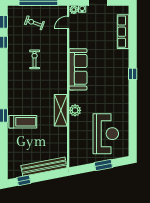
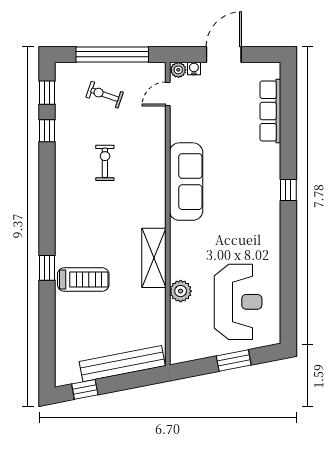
plant: (75, 110) -> (181, 291), moved

